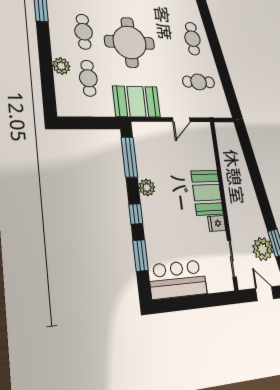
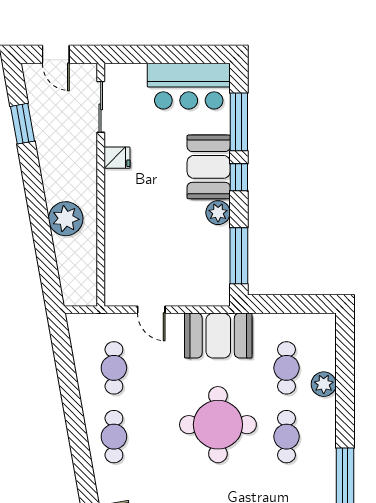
cafe table: (199, 82) -> (114, 368), turned 90
door: (181, 120) -> (151, 310), swing flipped
booth: (207, 193) -> (209, 167), moved
plant: (263, 249) -> (66, 219), moved
window: (141, 255) -> (239, 122), width x1.44

